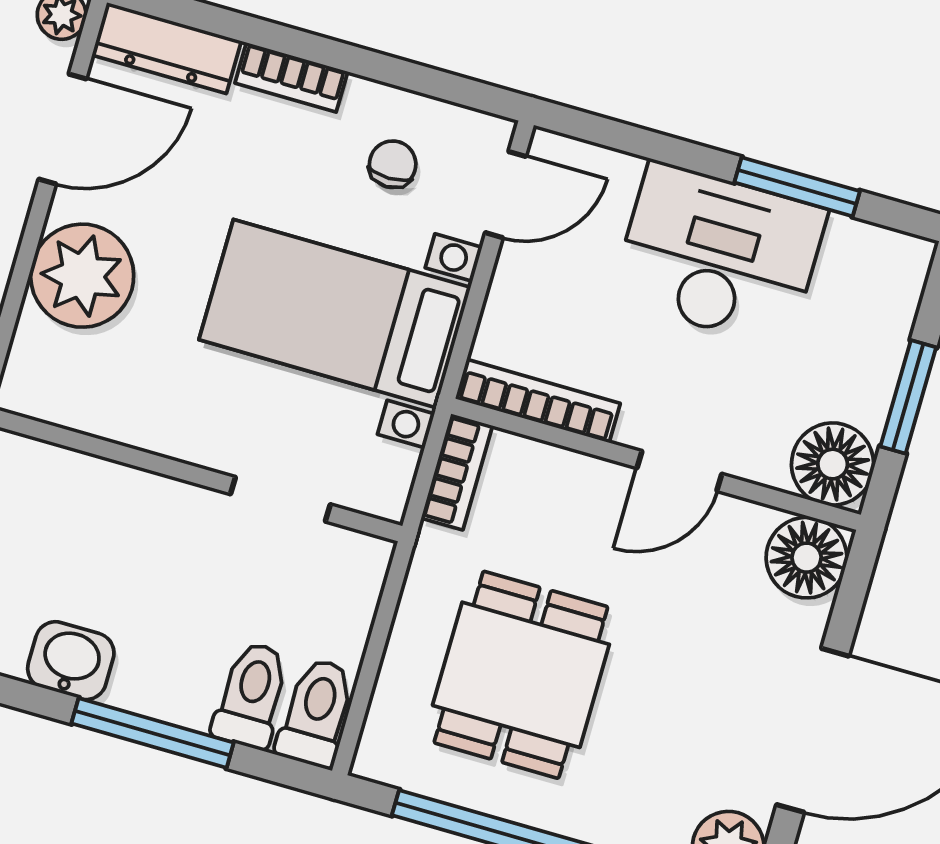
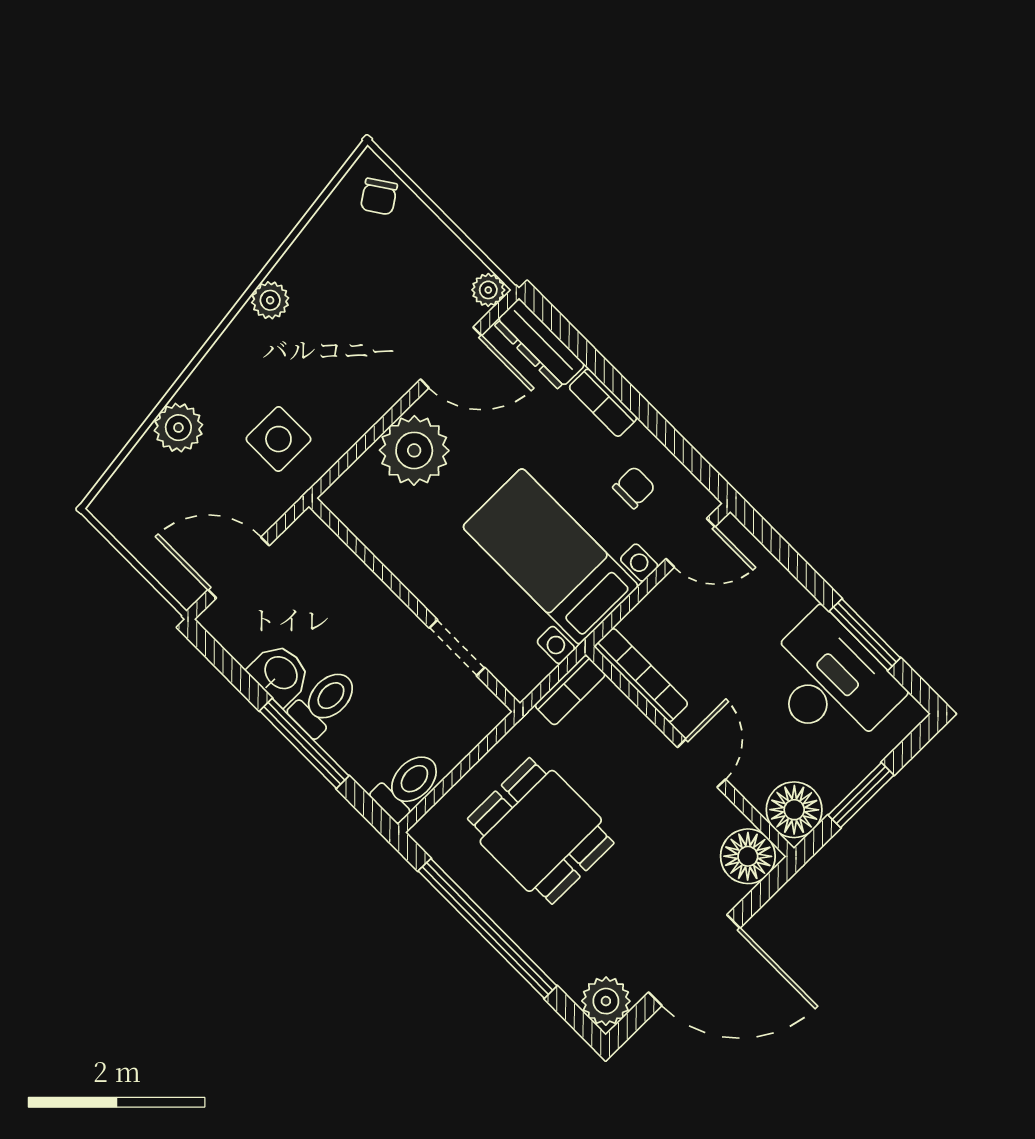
desk: (719, 255) -> (830, 682), moved
door: (679, 471) -> (702, 763), swing flipped
dining table: (521, 675) -> (541, 831), turned 90
toilet: (251, 695) -> (324, 702), moved

